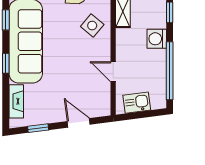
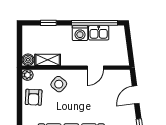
washing machine: (157, 39) -> (80, 33), moved
kitchen sink: (137, 103) -> (99, 33), moved, turned -83

